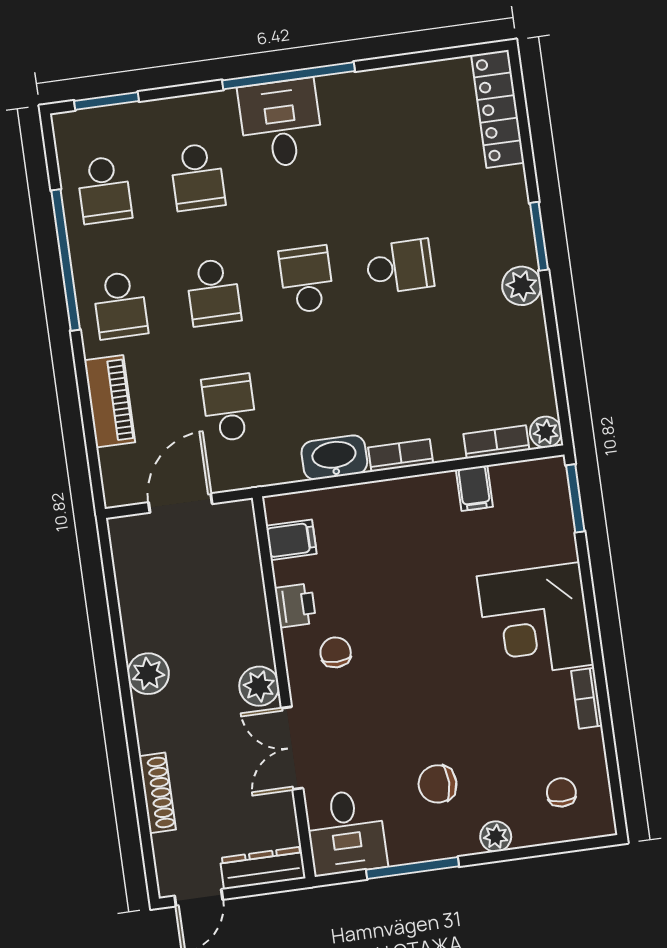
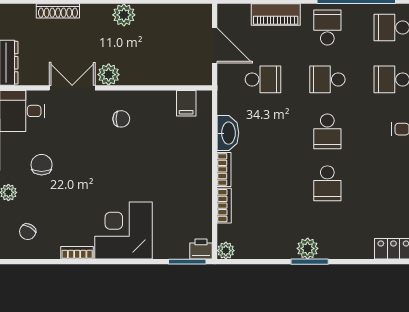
window: (539, 236) -> (310, 262), moved
school desk: (307, 279) -> (327, 131), turned 90
school desk: (120, 305) -> (327, 28), turned 90
bookcase: (496, 442) -> (224, 206), moved
filing cabinet: (474, 488) -> (201, 207), removed
printer: (295, 605) -> (201, 249), moved, turned 180
chair: (561, 792) -> (28, 232), turned 117

